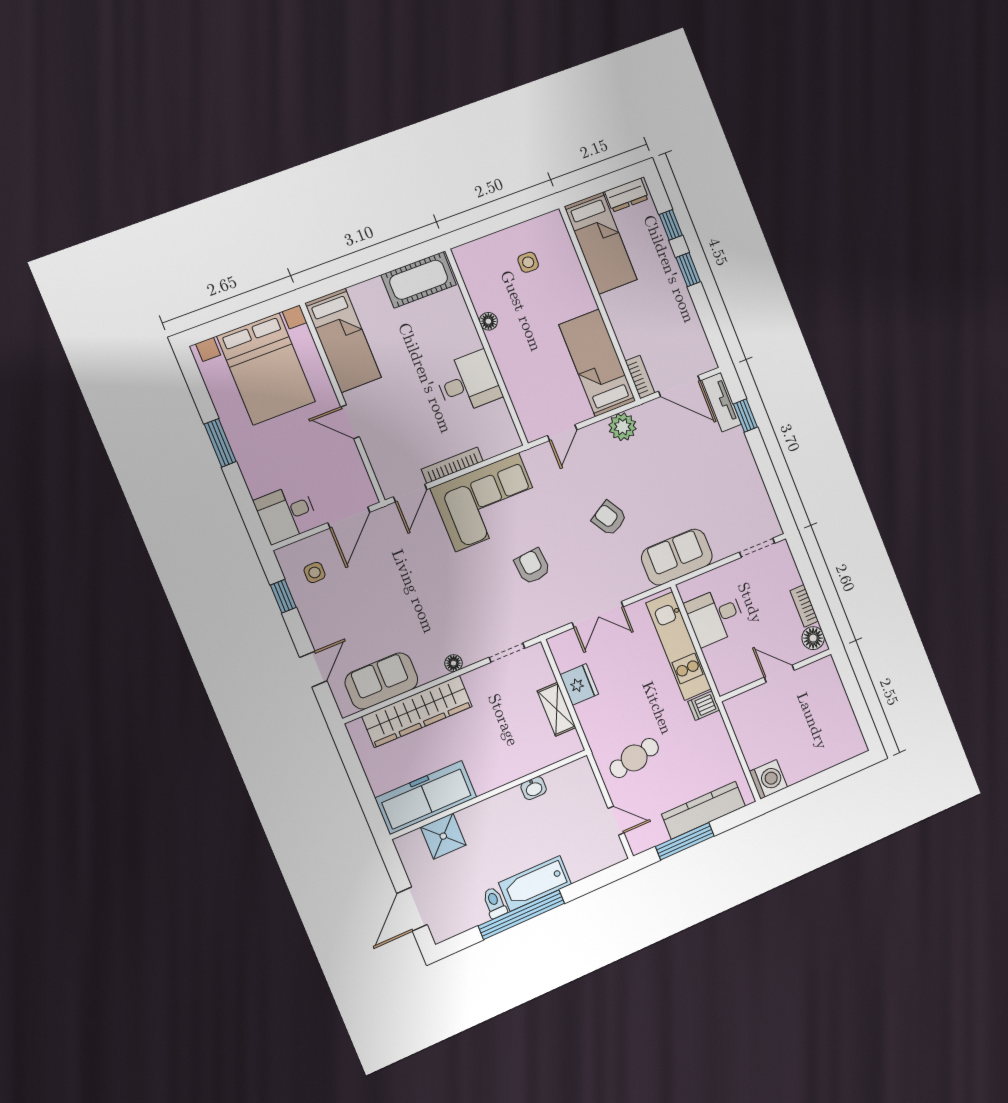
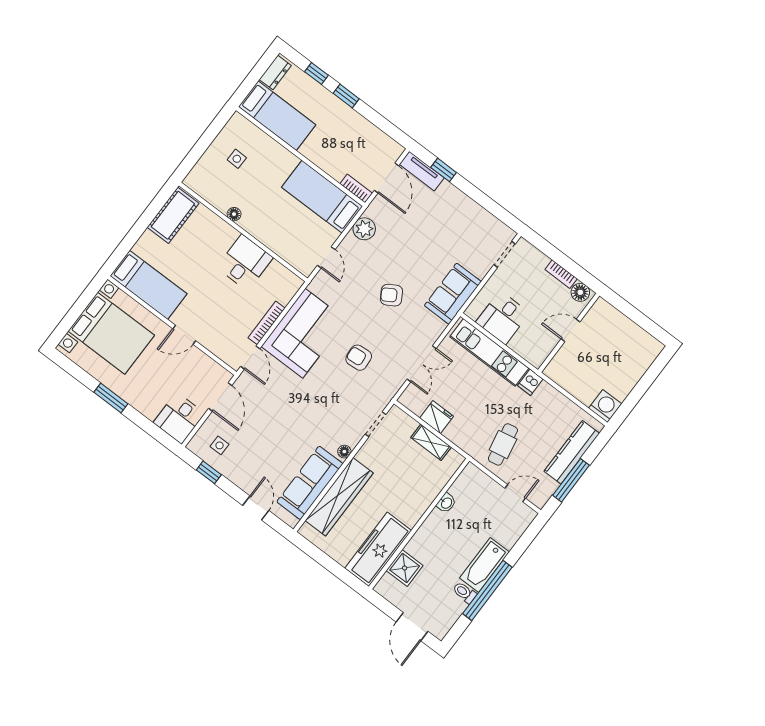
door: (679, 386) -> (386, 178), hinge flipped
sofa: (381, 681) -> (310, 483), width x1.36

